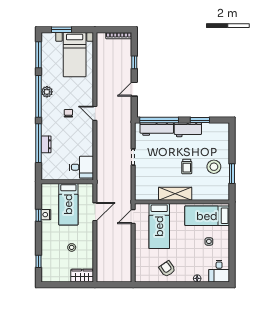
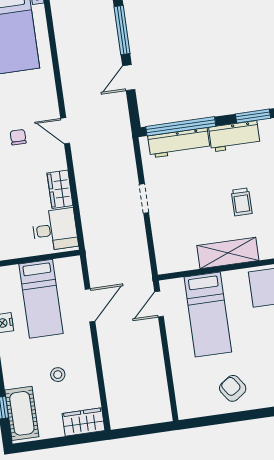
window: (134, 62) -> (122, 30), width x2.17
wardrobe: (87, 145) -> (60, 189), added
cot: (49, 266) -> (22, 413), added

